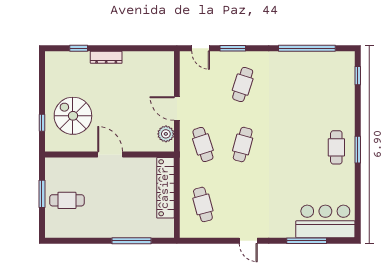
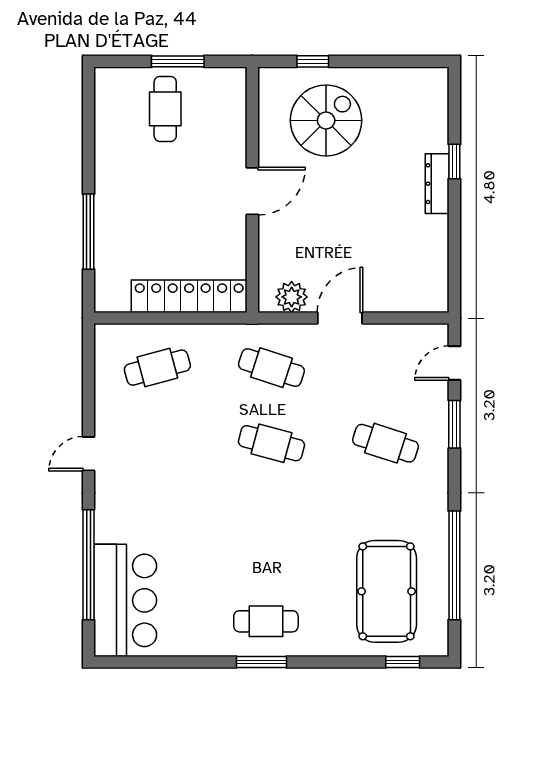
window: (79, 48) -> (454, 162), moved
pool table: (321, 84) -> (387, 591), added
cafe table: (203, 144) -> (271, 368), turned 36
window: (307, 241) -> (89, 565), width x1.46

